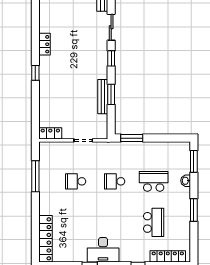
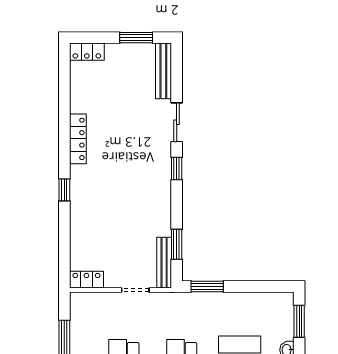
locker: (44, 44) -> (78, 139), width x1.53
window: (111, 94) -> (177, 244), moved
bench: (103, 97) -> (164, 263), moved

